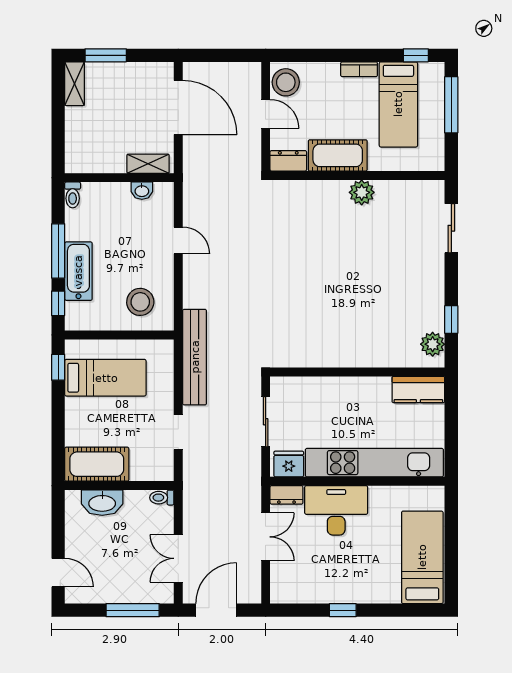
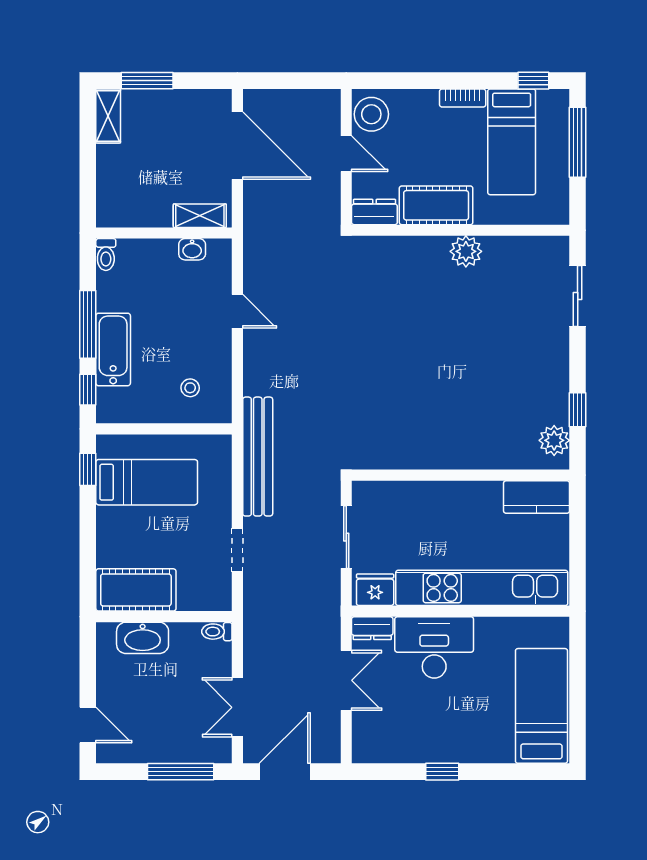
stool: (140, 302) -> (190, 388), width x0.53, depth x0.53

